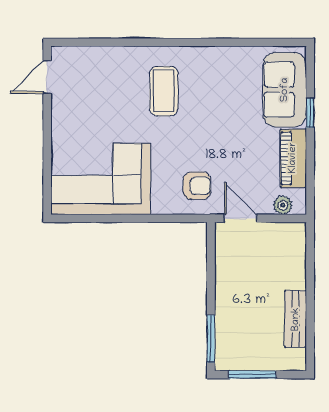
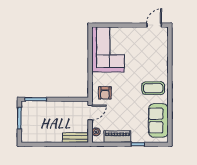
door: (47, 77) -> (154, 25), hinge flipped
sofa: (285, 90) -> (158, 120), moved, turned -90
coffee table: (164, 91) -> (153, 88), moved
bench: (296, 319) -> (76, 138), moved

